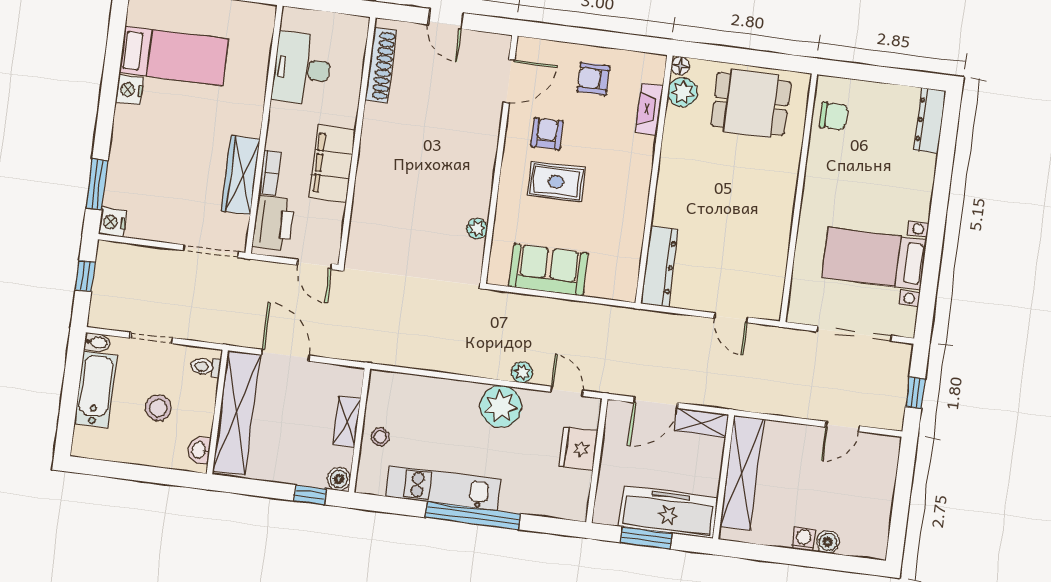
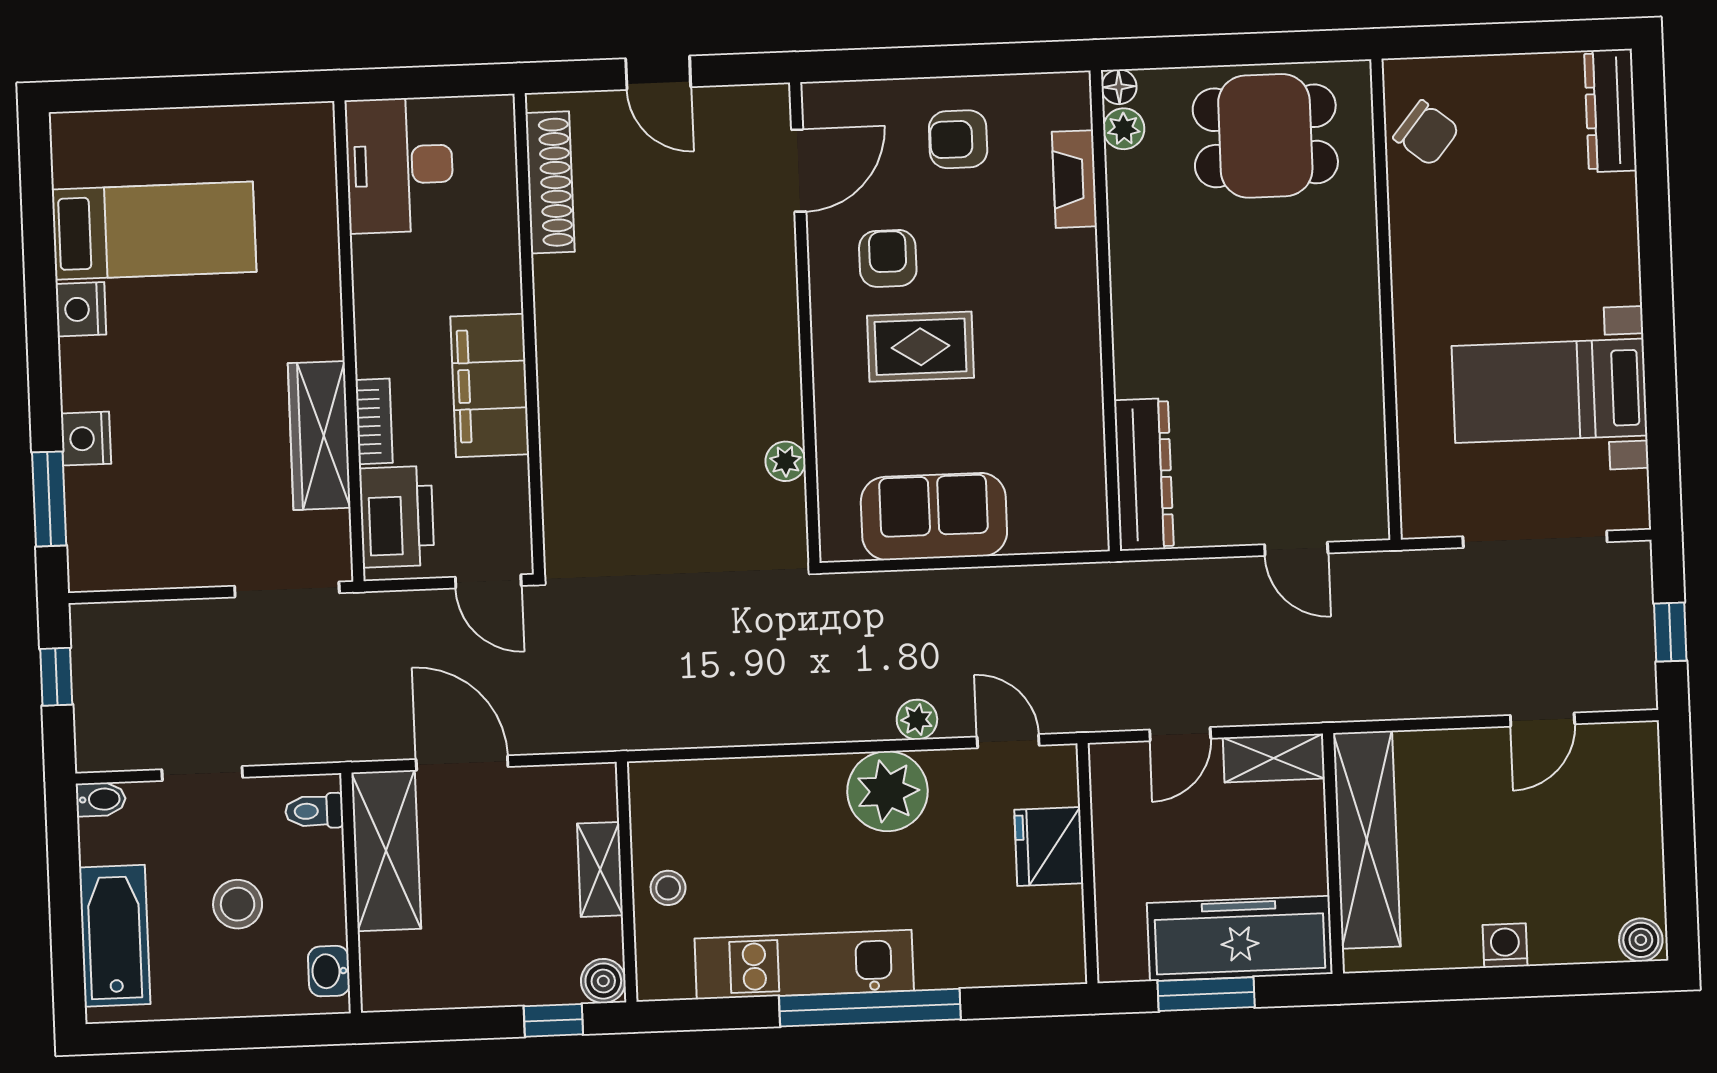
desk: (302, 69) -> (399, 165), moved
plant: (683, 92) -> (1124, 129), width x0.73, depth x0.73
chair: (834, 116) -> (1426, 133), turned 39
nightstand: (113, 222) -> (86, 439), moved
bathtub: (96, 390) -> (115, 936), moved
door: (656, 403) -> (1180, 734), width x0.73
shelving: (237, 413) -> (386, 851), width x0.68
boiler: (828, 542) -> (1641, 940), moved

